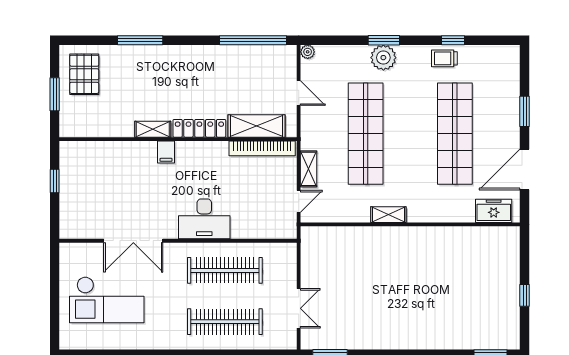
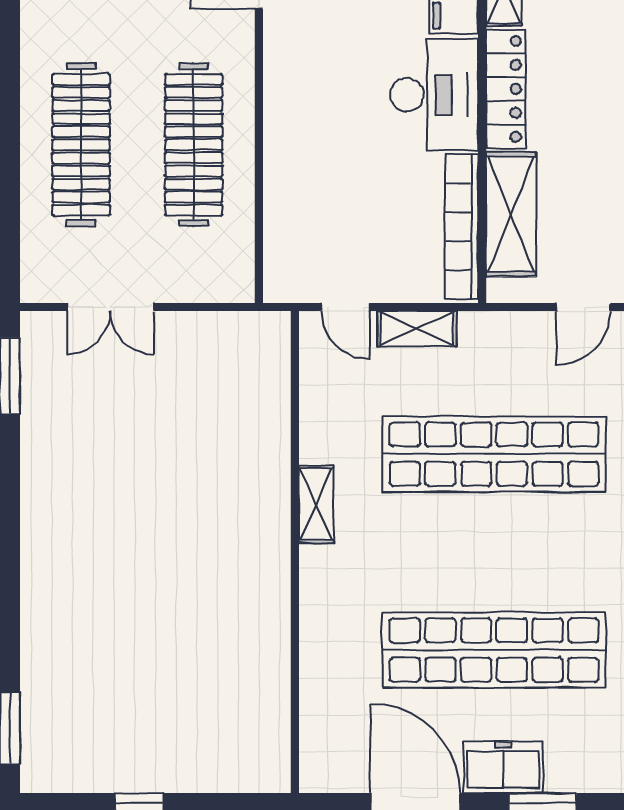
freezer: (494, 211) -> (503, 767), moved, turned -90
desk: (204, 219) -> (434, 95), moved, turned 180

